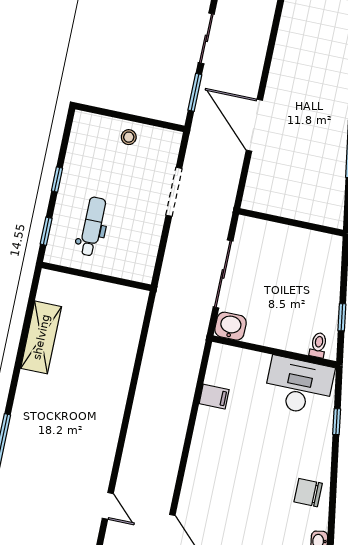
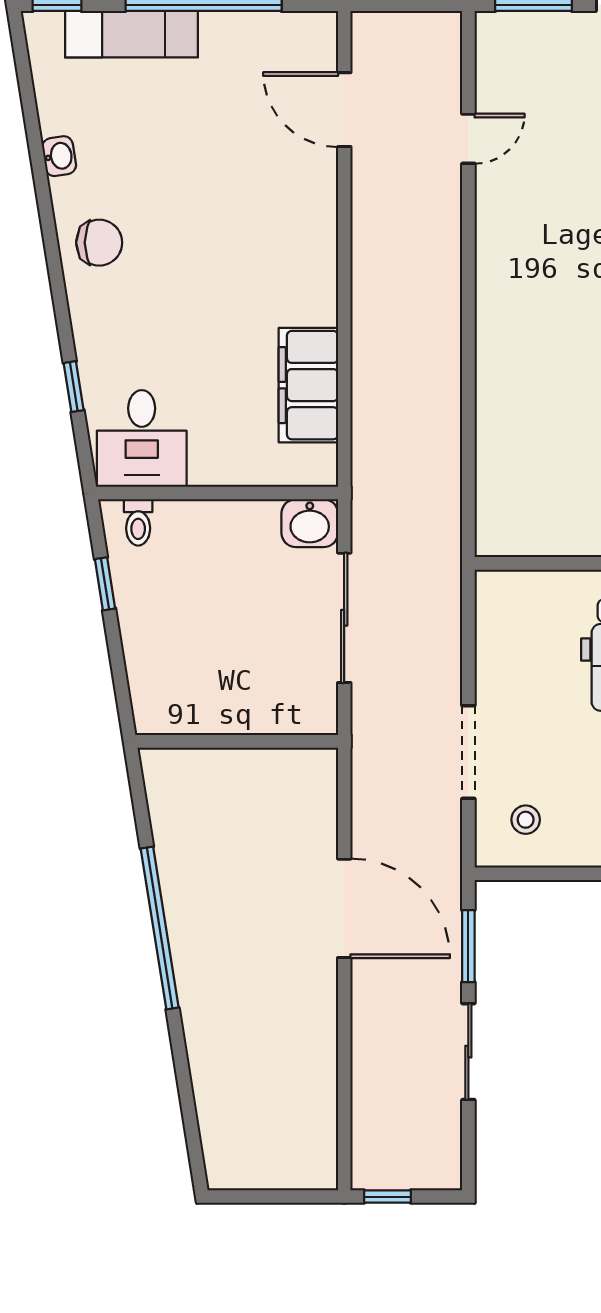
stool: (129, 137) -> (526, 820), moved
desk: (299, 386) -> (142, 438), width x0.73
filing cabinet: (214, 397) -> (308, 385), width x3.00, depth x1.17
door: (108, 506) -> (468, 139), swing flipped

